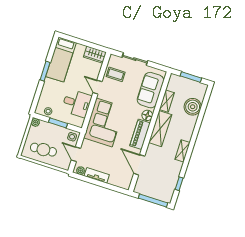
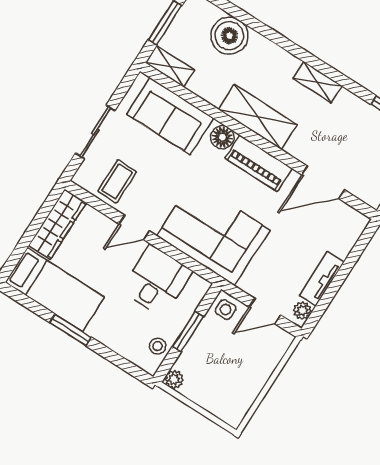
wardrobe: (95, 55) -> (57, 224), width x1.50
shelving: (167, 101) -> (170, 66), moved
cafe table: (43, 150) -> (237, 378), removed

